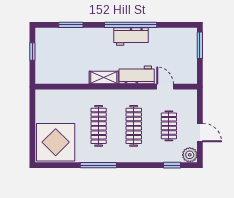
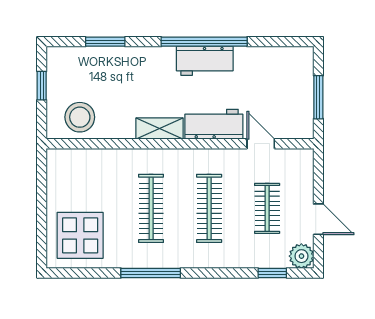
window: (200, 45) -> (318, 97), moved
stool: (55, 71) -> (80, 117), added
display table: (56, 142) -> (80, 235), width x0.73, depth x0.73

